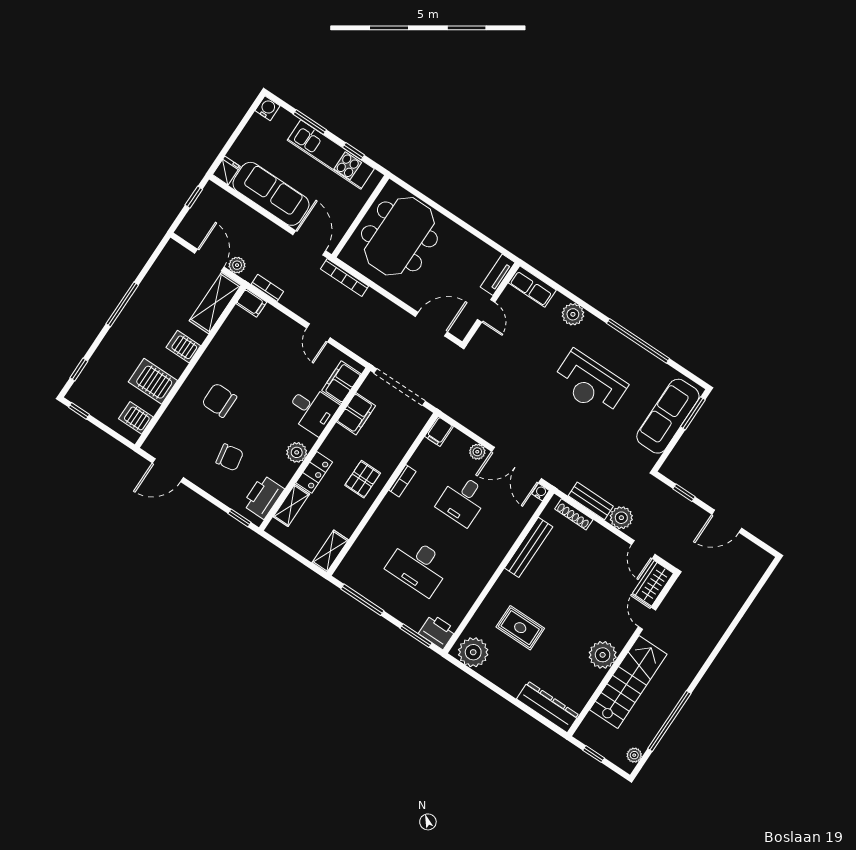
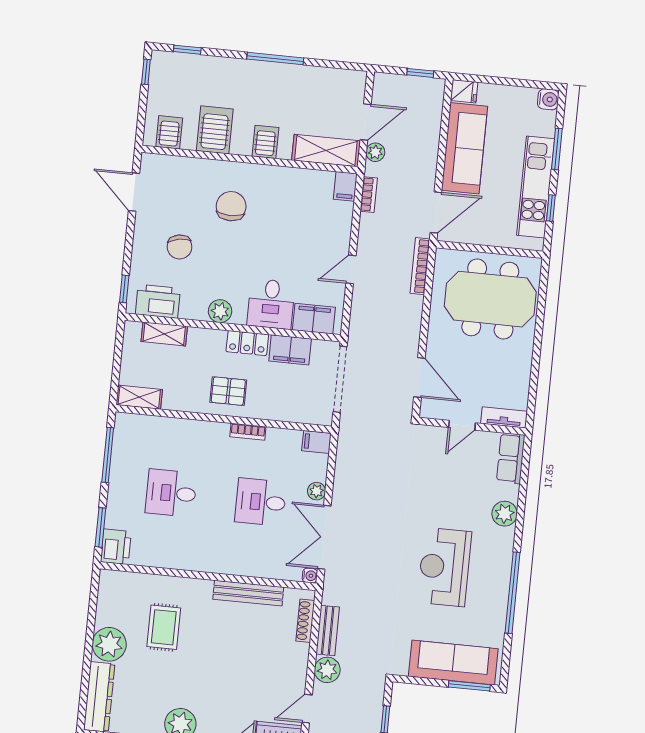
locker: (314, 472) -> (247, 343), moved
desk: (418, 566) -> (171, 493), width x0.73
plant: (473, 652) -> (109, 644), moved

